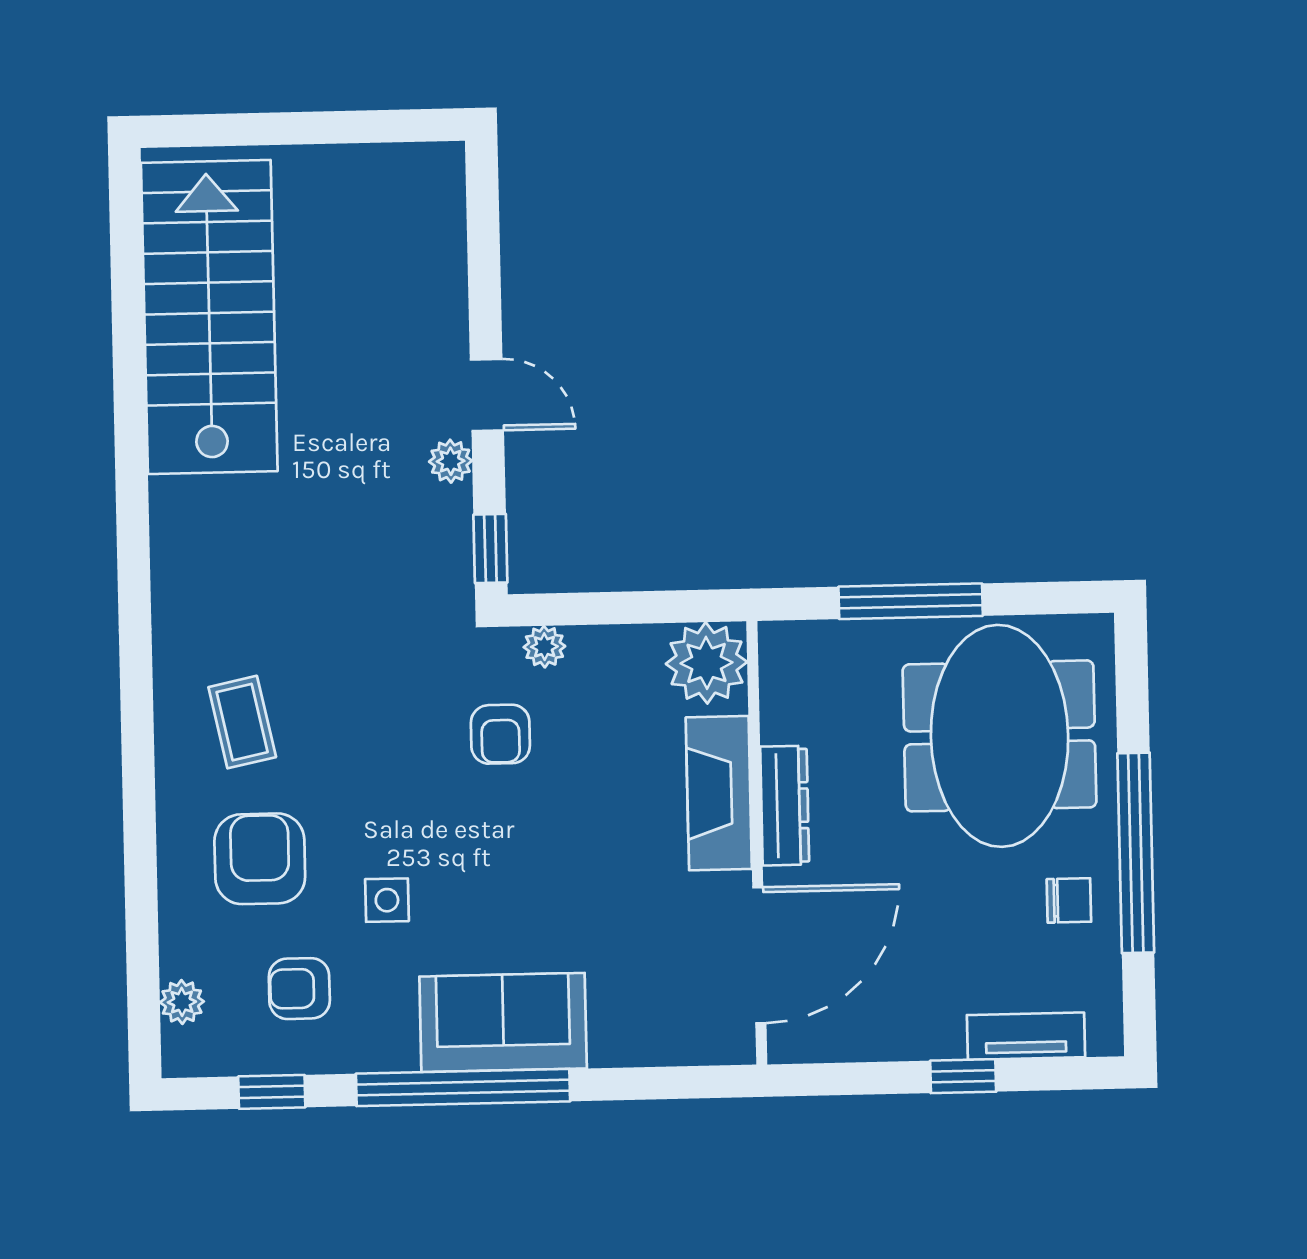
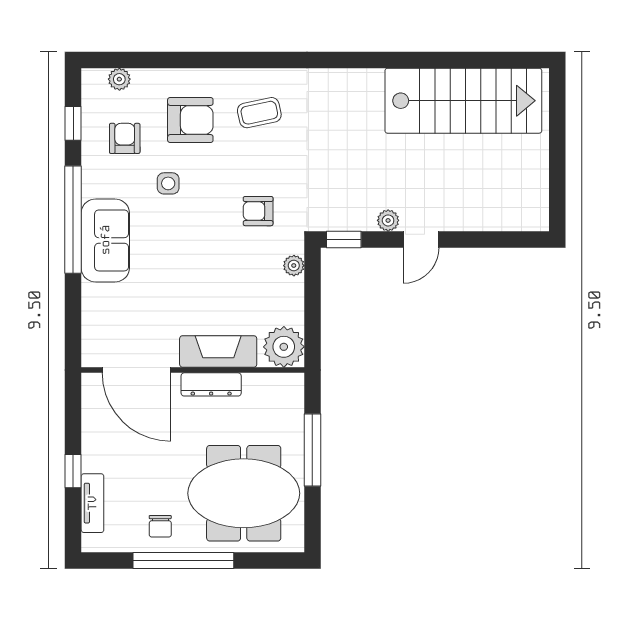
armchair: (500, 734) -> (258, 211), moved

